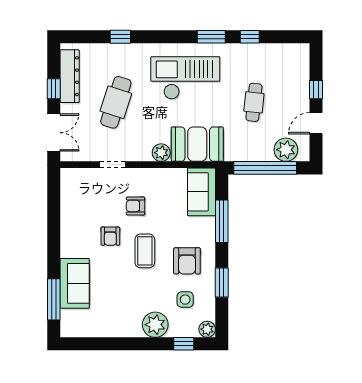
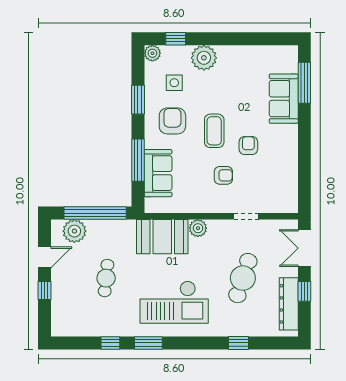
sofa: (201, 192) -> (158, 173), moved

